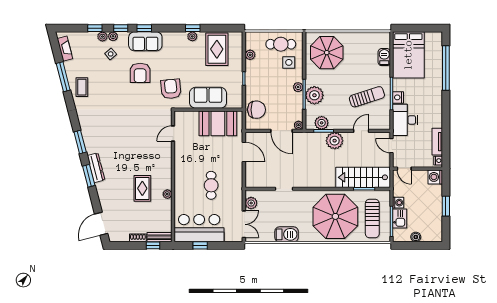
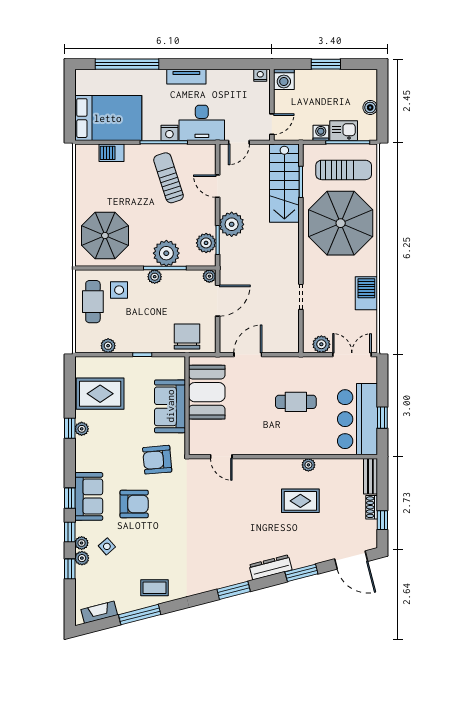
tv unit: (437, 142) -> (186, 77), moved
window: (89, 176) -> (301, 573), moved
window: (153, 245) -> (382, 520), moved

